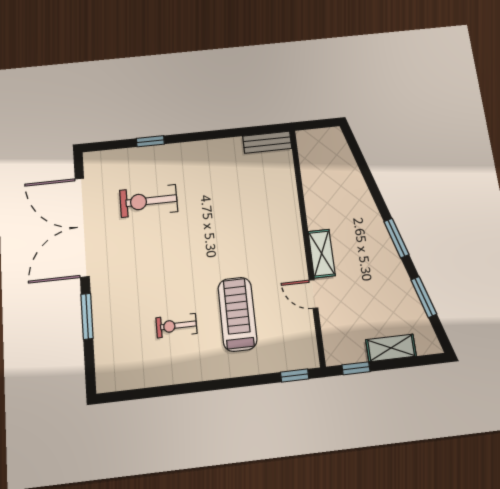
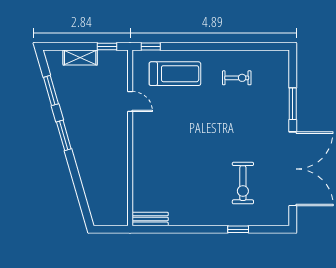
exercise bike: (149, 201) -> (243, 183), turned 90
shelving: (322, 253) -> (120, 130), removed
treadmill: (237, 314) -> (175, 74), moved, turned -90
exercise bike: (176, 326) -> (237, 78), moved

